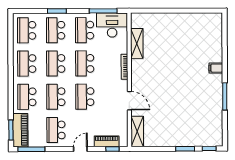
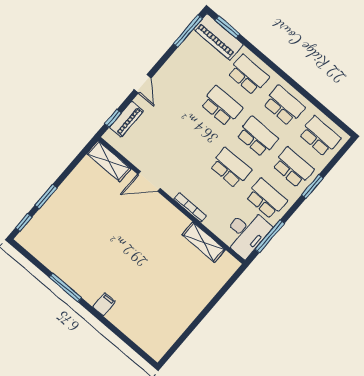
school desk: (85, 97) -> (195, 137), removed
school desk: (56, 130) -> (186, 75), removed

